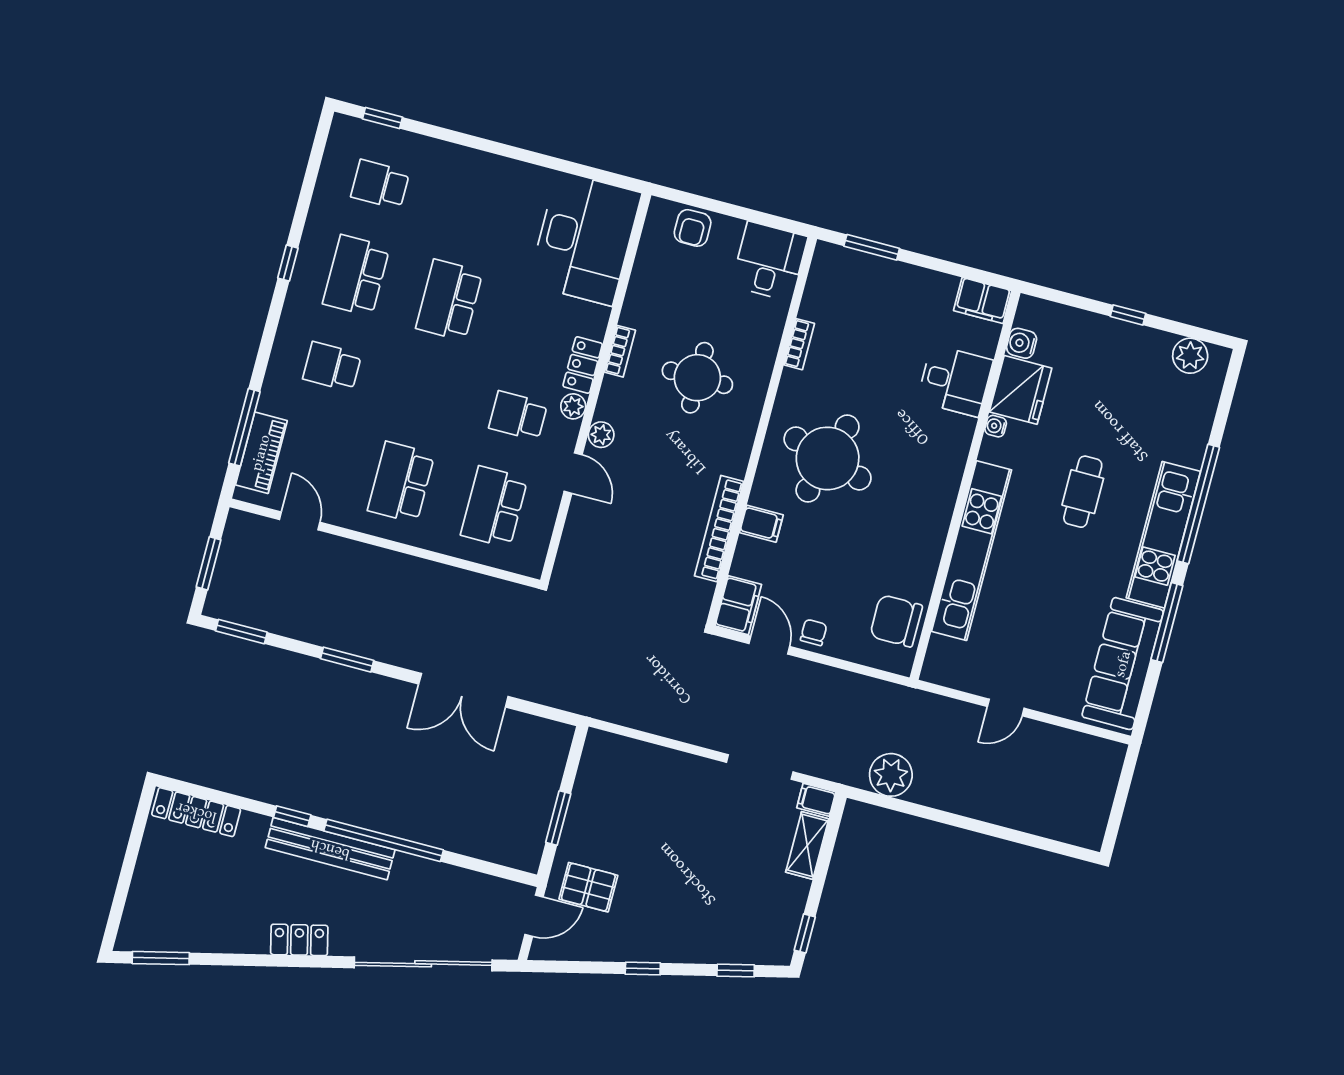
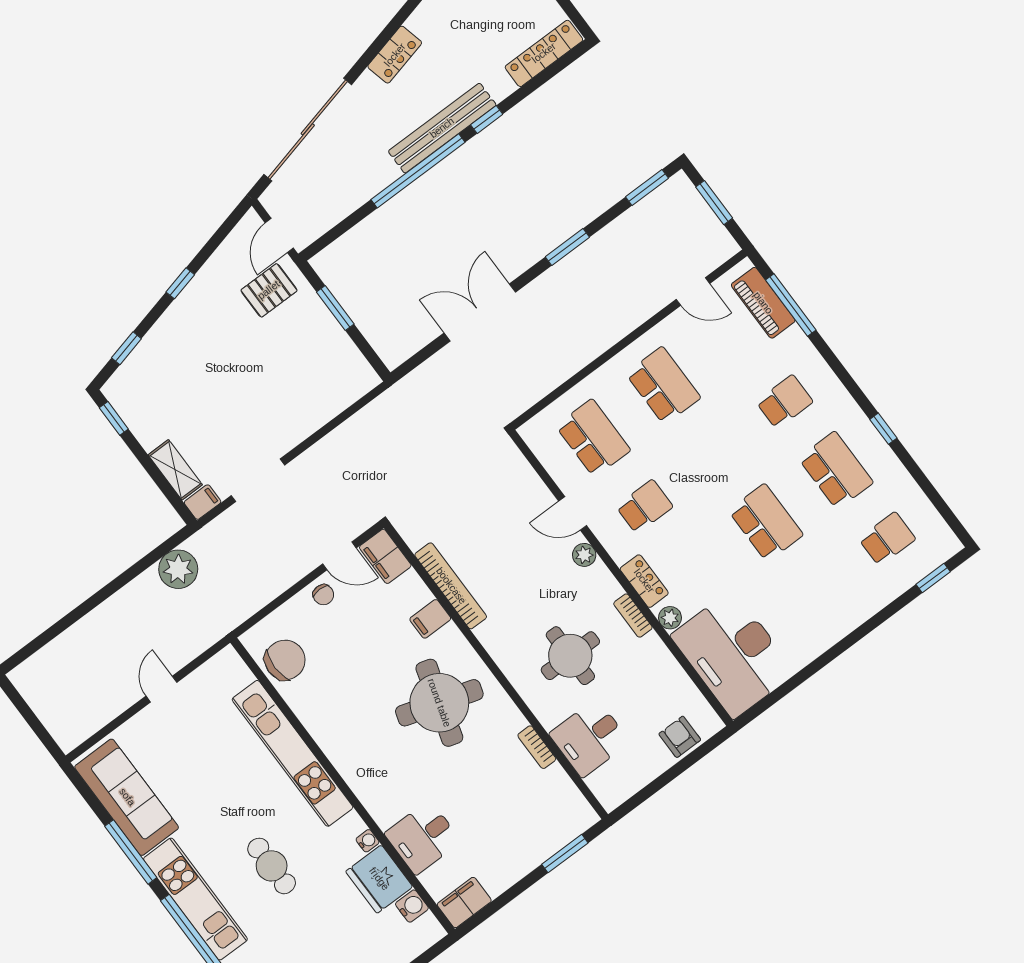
desk: (769, 261) -> (589, 738), moved, turned 90
plant: (573, 406) -> (670, 618), moved

